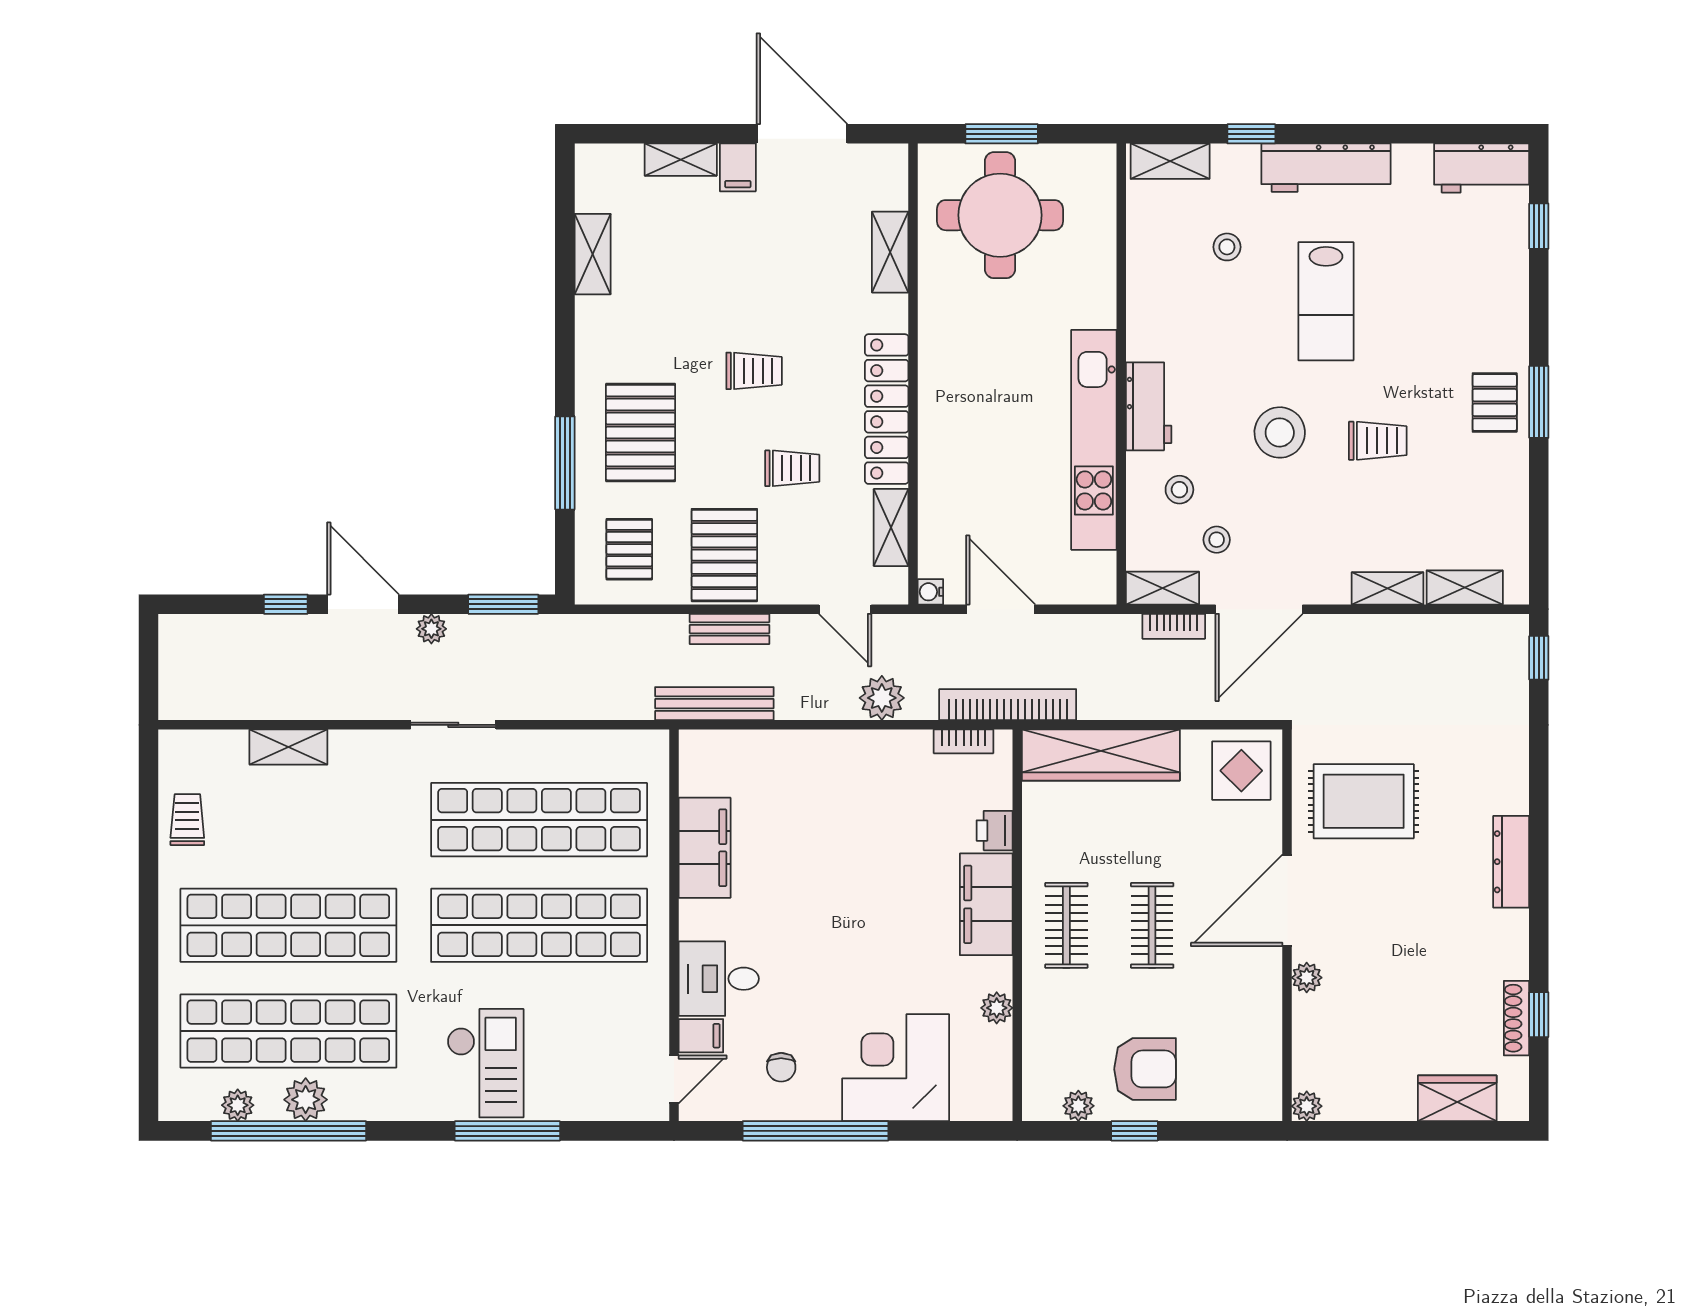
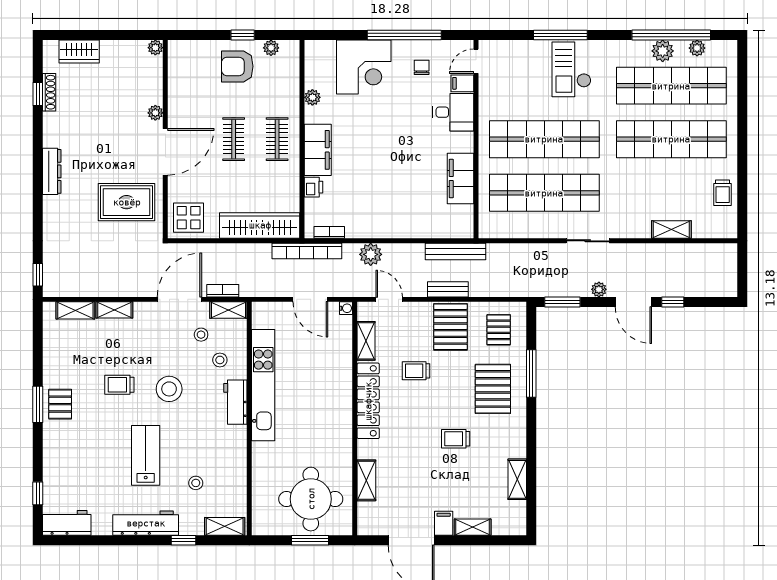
trolley: (754, 371) -> (456, 439), moved

